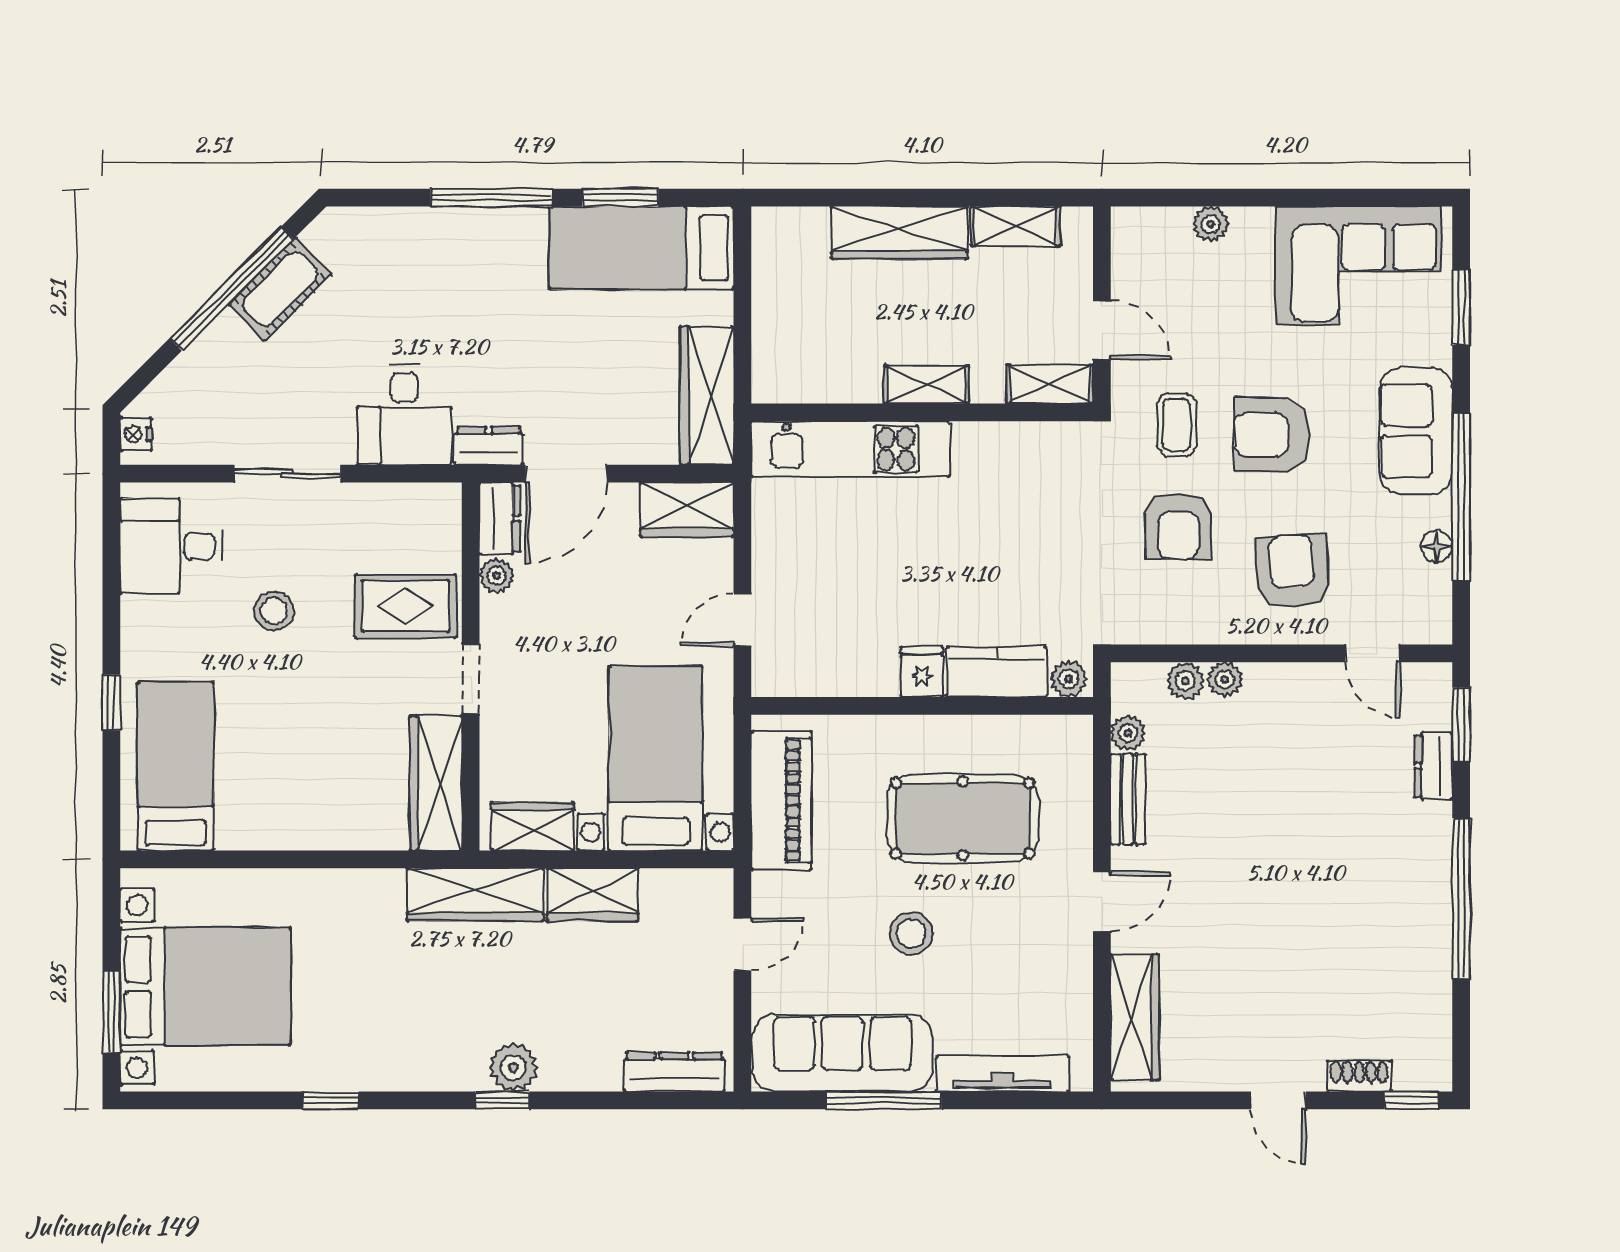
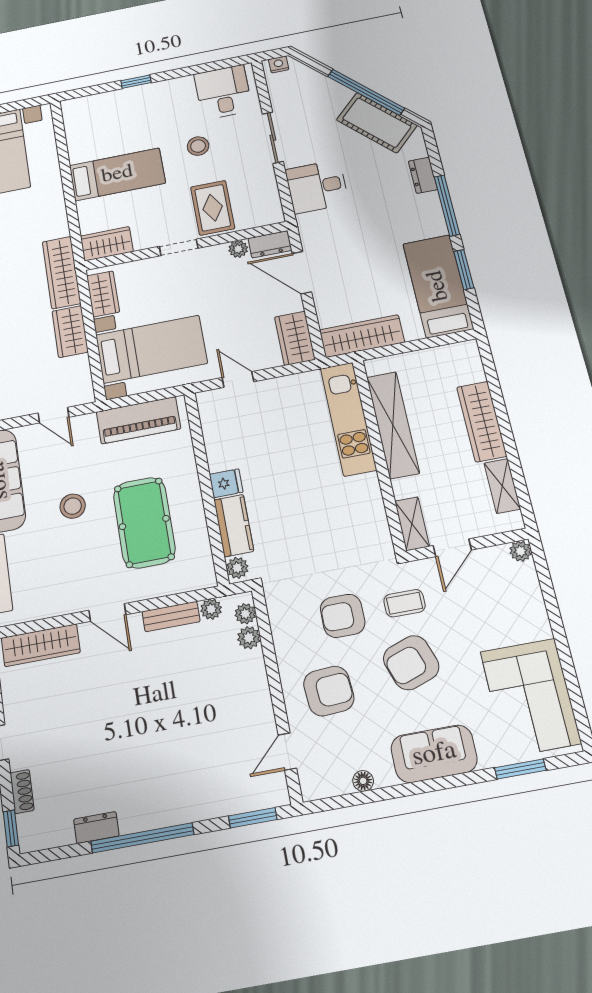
plant: (1211, 224) -> (521, 551), moved
cot: (280, 289) -> (377, 123), width x1.37, depth x1.34
shelving: (926, 385) -> (393, 425), width x2.20, depth x1.33
armchair: (1272, 435) -> (411, 663), turned -109
dresser: (489, 446) -> (423, 175), moved, turned 180
window: (1461, 497) -> (398, 791), removed
plant: (1225, 679) -> (245, 614), moved
bed: (176, 766) -> (117, 174), moved
dresser: (1434, 766) -> (96, 827), moved
wardrobe: (436, 783) -> (107, 244), width x0.67

